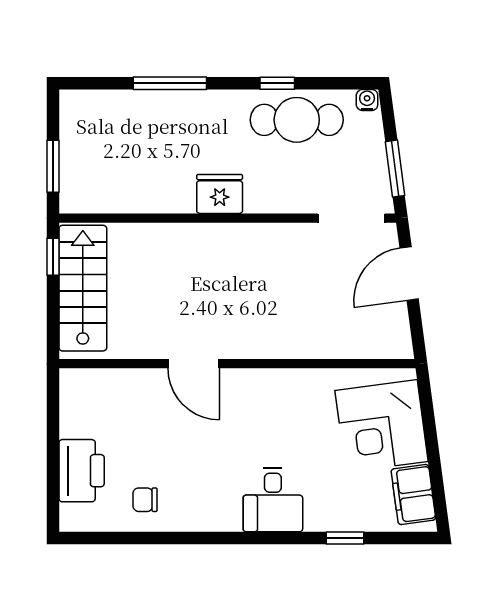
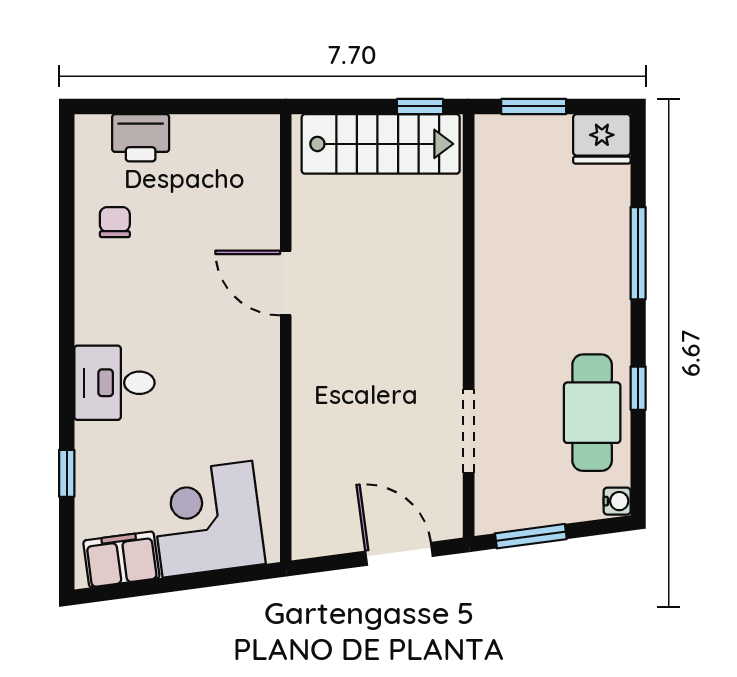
fridge: (220, 194) -> (602, 139), moved, turned 90
doorway: (351, 218) -> (469, 431), moved
door: (194, 364) -> (286, 283), hinge flipped
printer: (82, 471) -> (141, 138), width x0.73, depth x0.84

